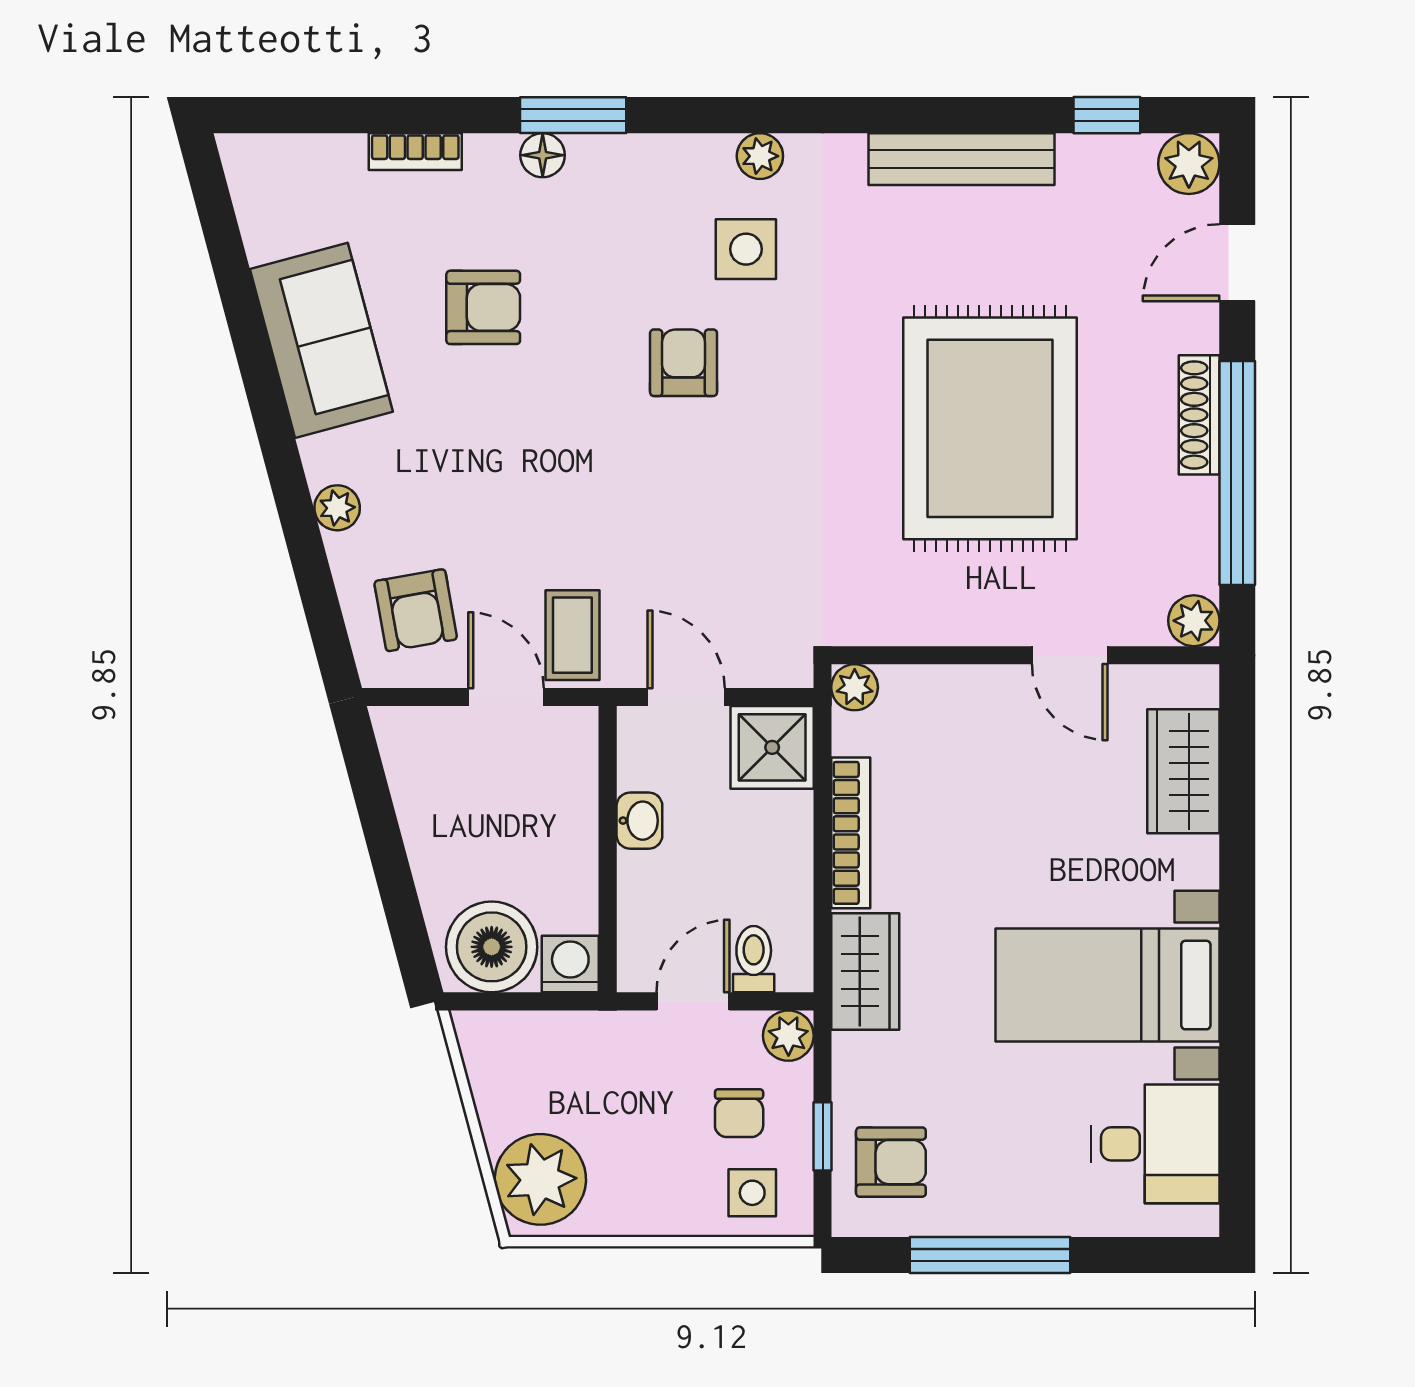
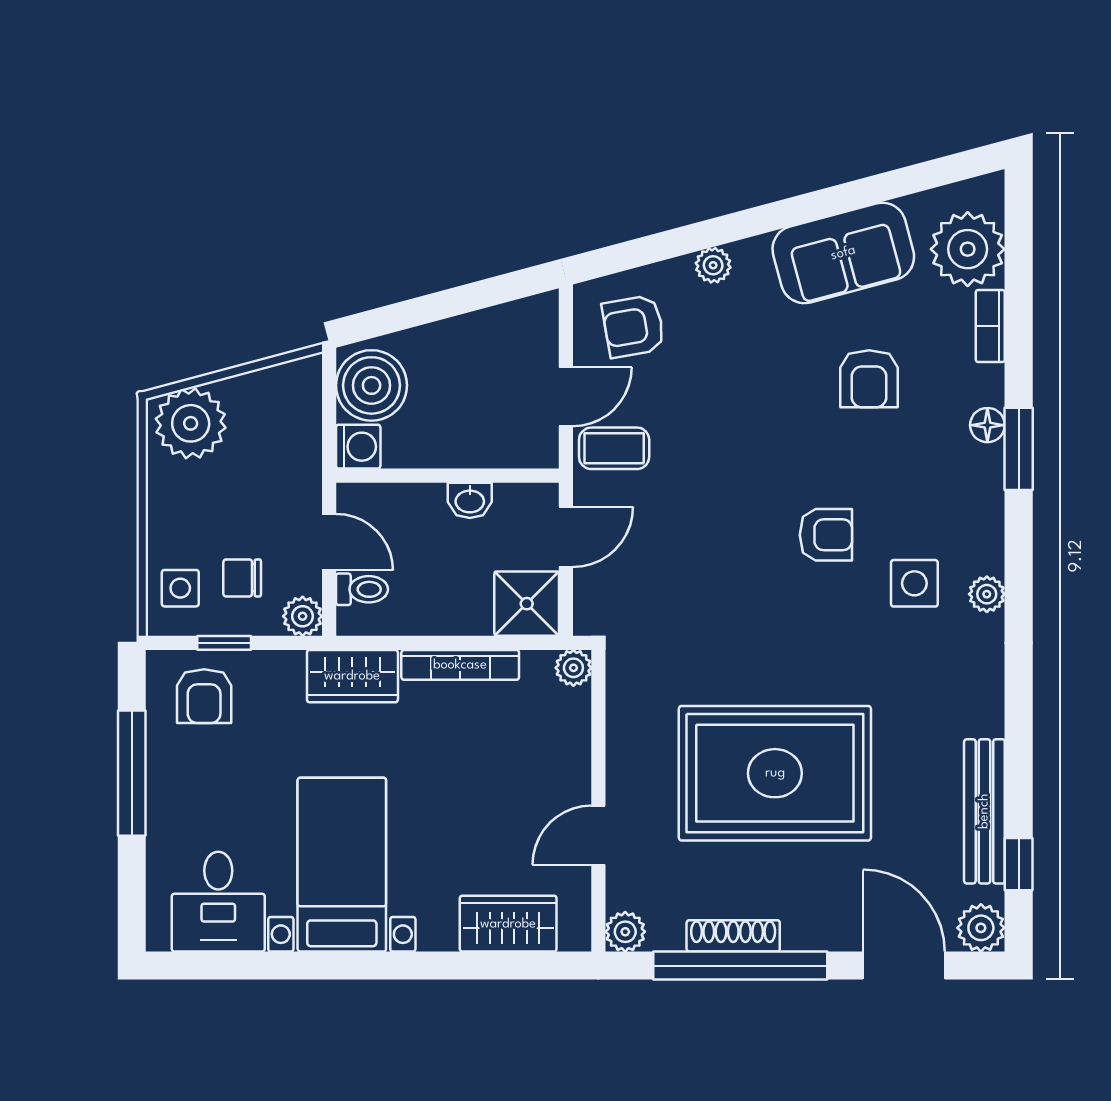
bench: (961, 159) -> (984, 811), moved
plant: (316, 181) -> (968, 249), added
door: (1237, 263) -> (904, 966), width x1.38
shoe rack: (1199, 415) -> (733, 936), moved

